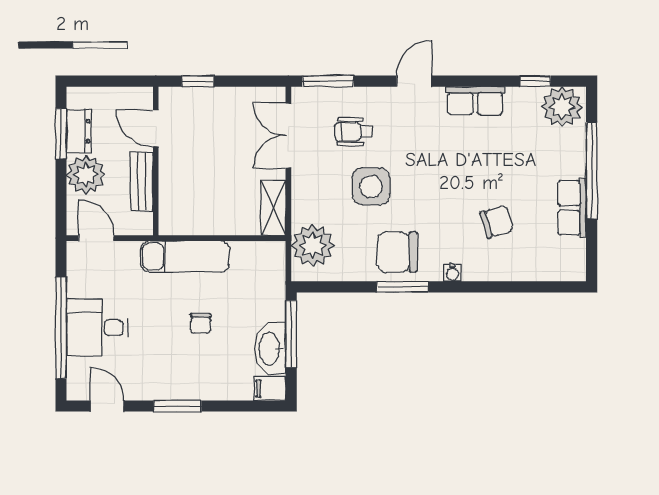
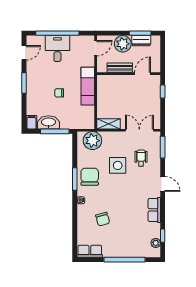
plant: (562, 107) -> (156, 243), width x0.53, depth x0.53
row of seats: (572, 208) -> (90, 251), moved

